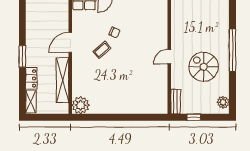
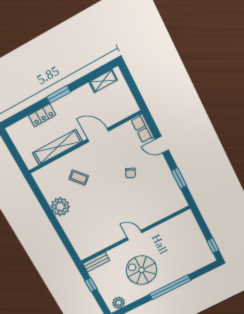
coffee table: (102, 50) -> (79, 177), moved
spiral stairs: (204, 67) -> (142, 270), turned -90
shelving: (31, 102) -> (103, 81), moved
plant: (81, 105) -> (60, 207), moved

